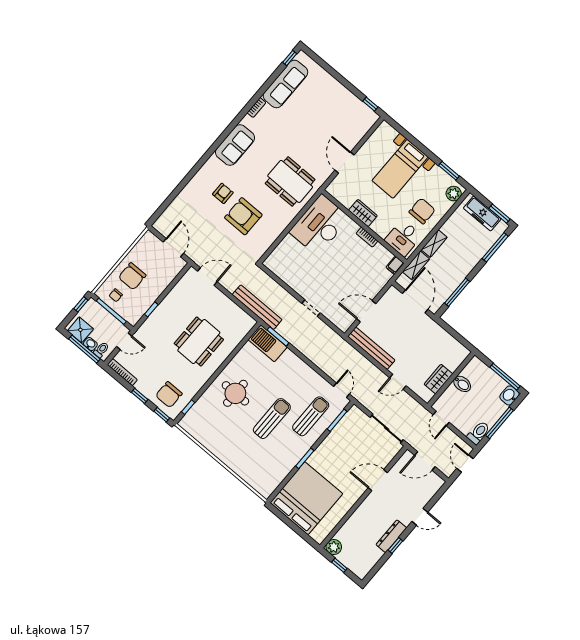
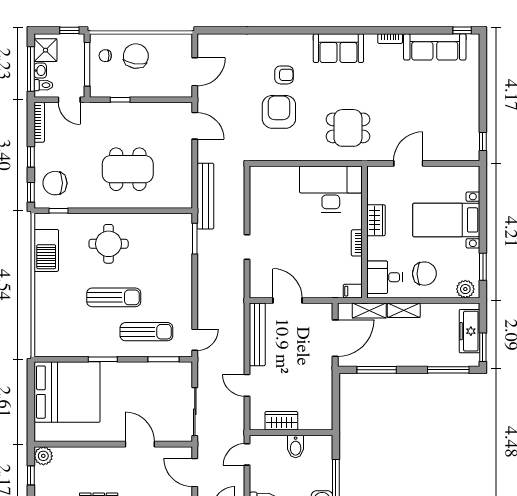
dining table: (290, 181) -> (348, 128), width x0.73
chair: (132, 276) -> (136, 56), turned 98
barbecue: (268, 343) -> (46, 250), moved, turned 180

